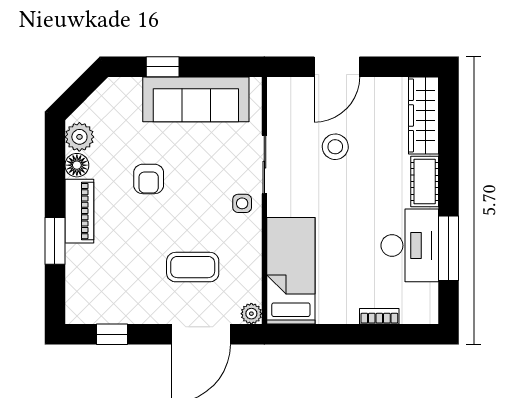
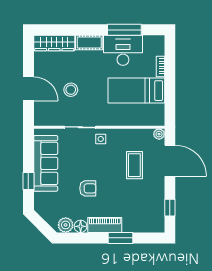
bed: (291, 271) -> (136, 91), moved

